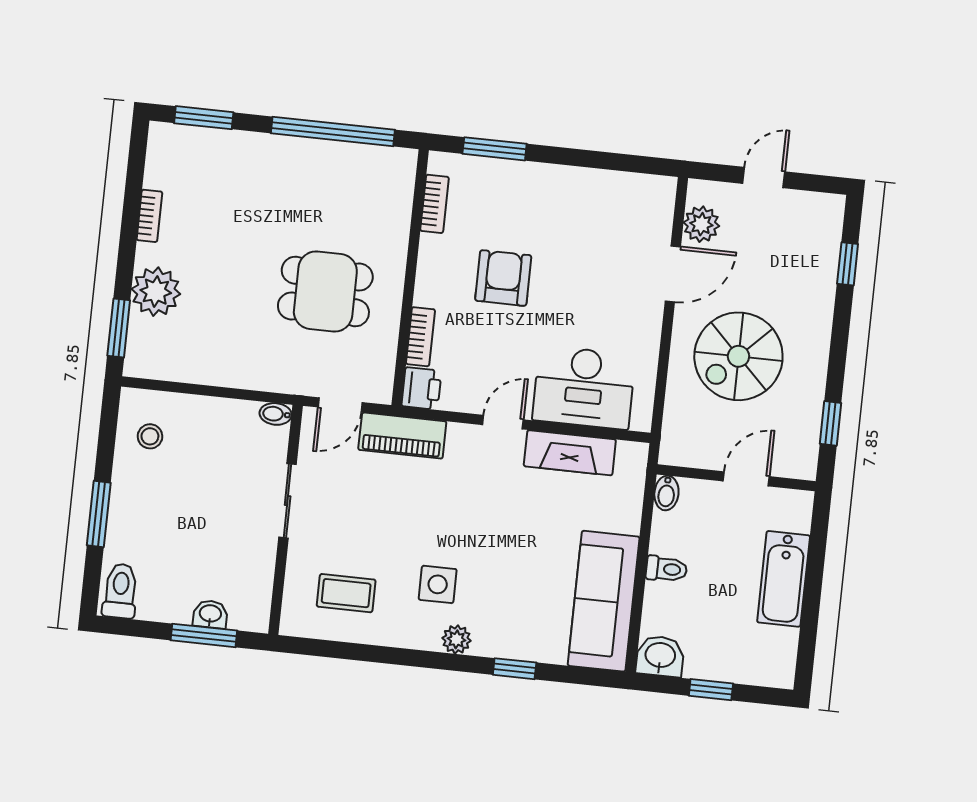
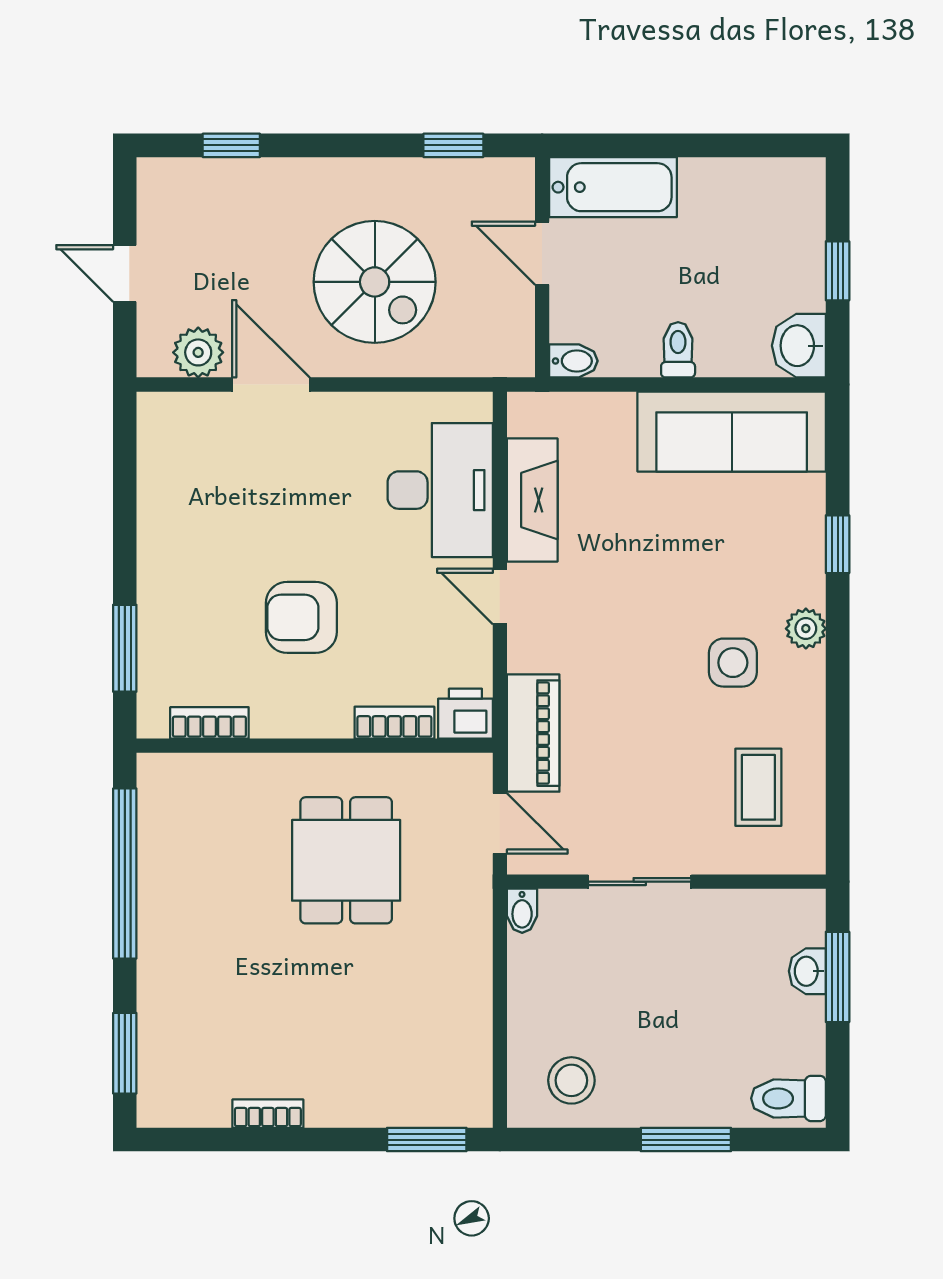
plant: (156, 292) -> (371, 1094), removed
stool: (150, 436) -> (571, 1080), width x1.37, depth x1.37
bathtub: (784, 579) -> (613, 187), moved

